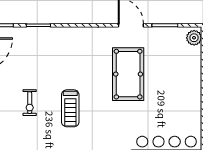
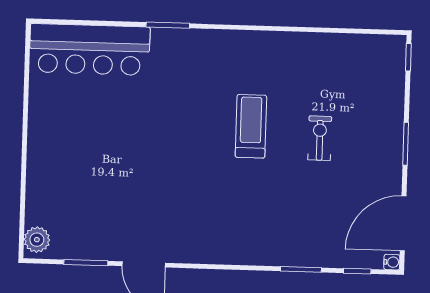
pool table: (128, 74) -> (151, 181), removed

